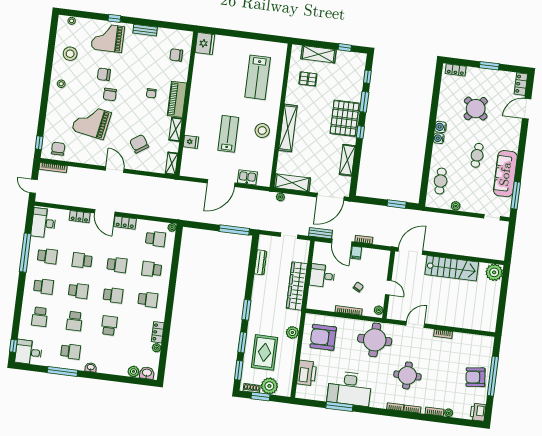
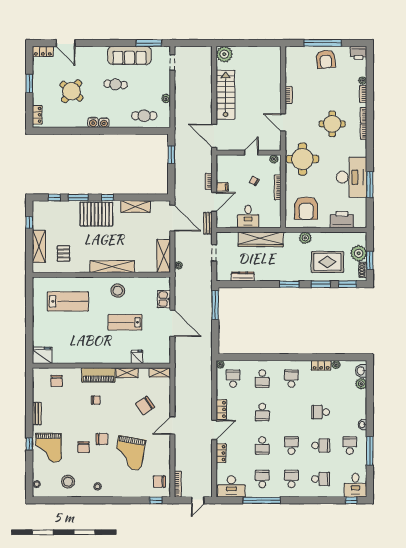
school desk: (117, 265) -> (262, 412), turned 180
school desk: (113, 295) -> (291, 412), removed

